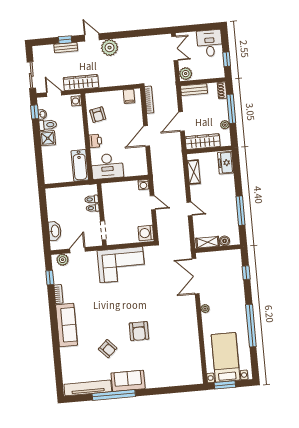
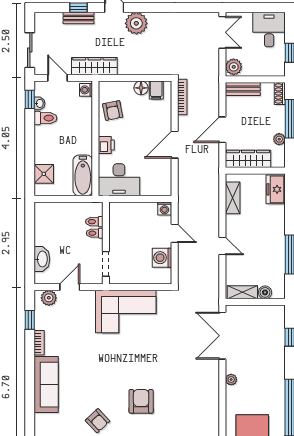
floor lamp: (117, 96) -> (141, 88), added
shower: (48, 138) -> (44, 174), moved
washing machine: (146, 233) -> (162, 258), moved
armchair: (139, 331) -> (141, 401), turned 180

